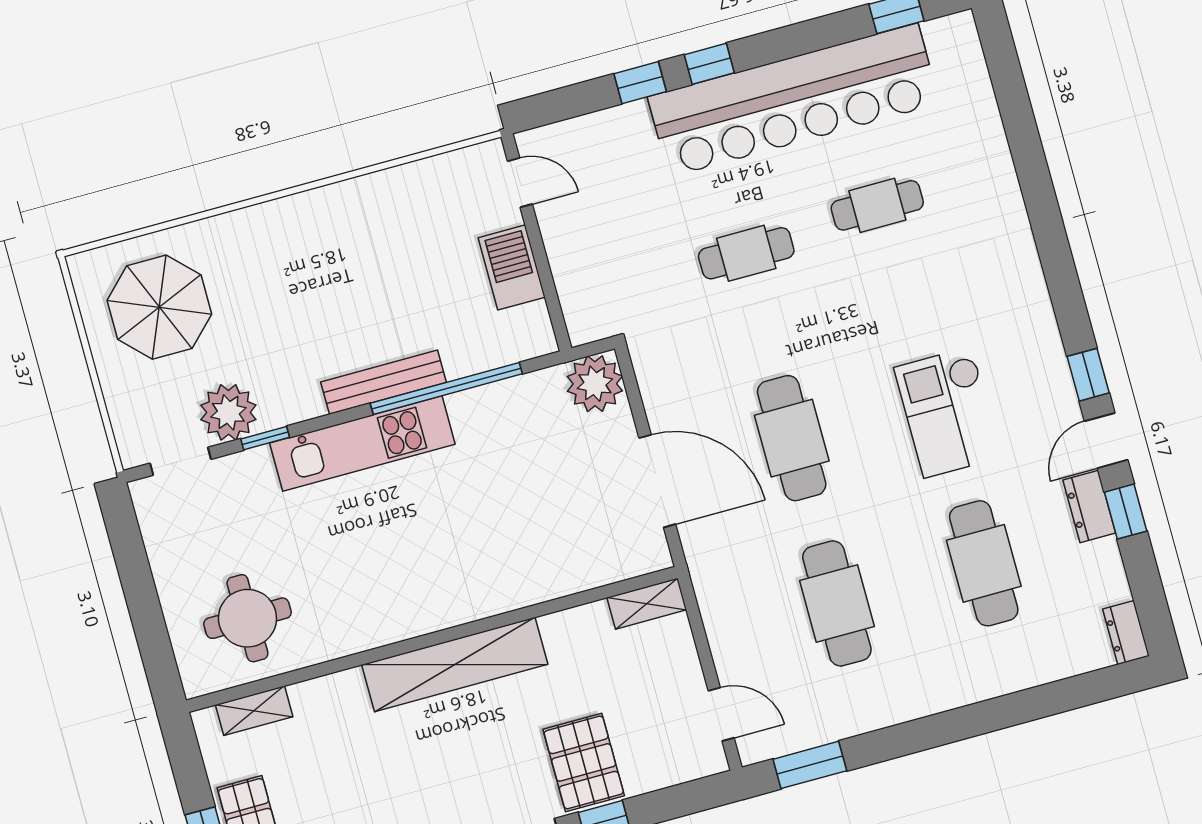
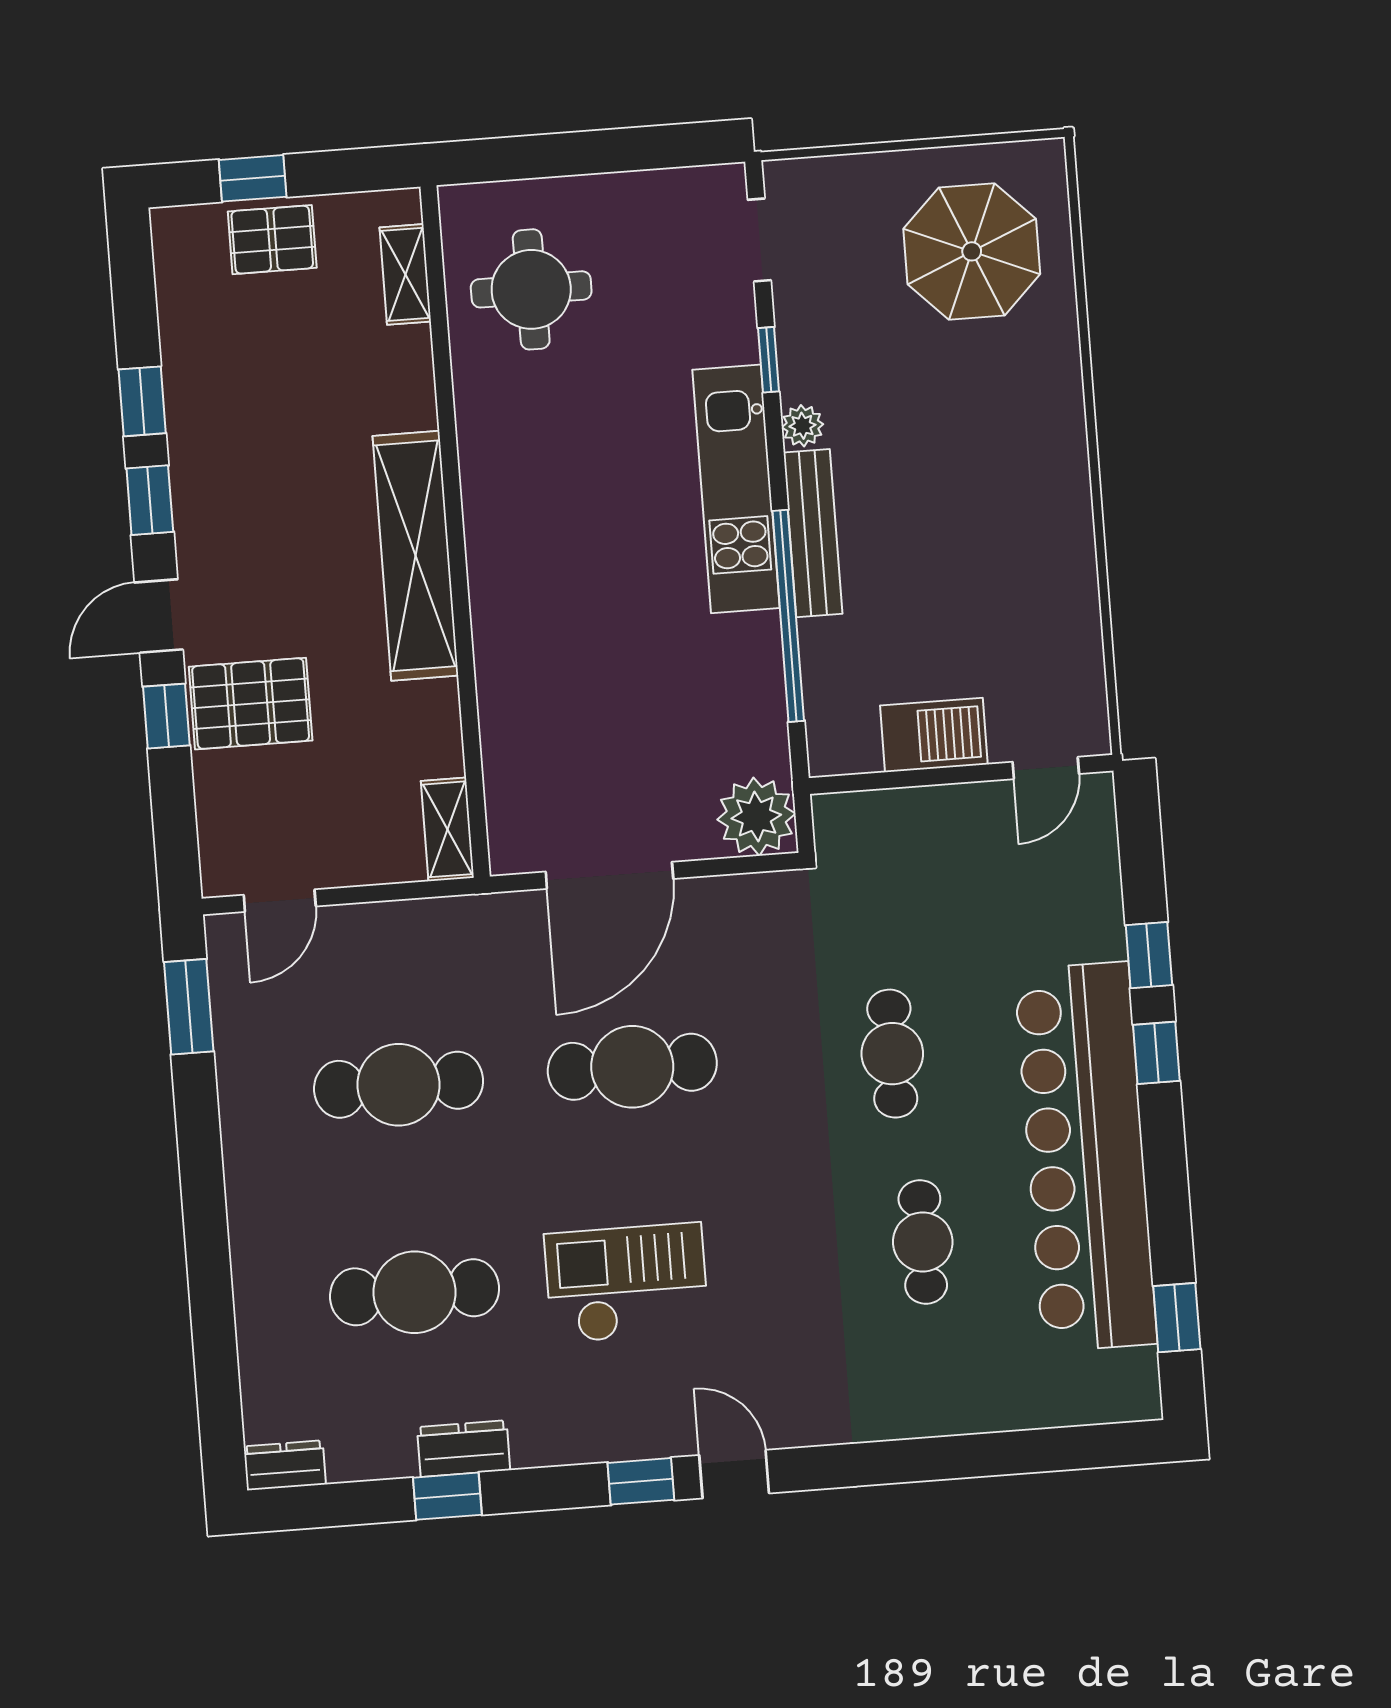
plant: (228, 412) -> (803, 426), moved, width x0.53, depth x0.53
door: (1106, 441) -> (734, 1474), moved

